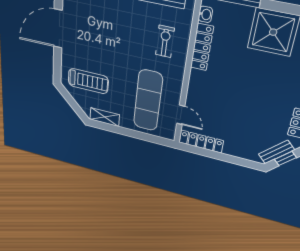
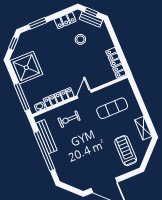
exercise mat: (148, 101) -> (112, 108), width x0.73, depth x0.69
door: (181, 115) -> (84, 94), moved
stool: (260, 124) -> (80, 39), added

